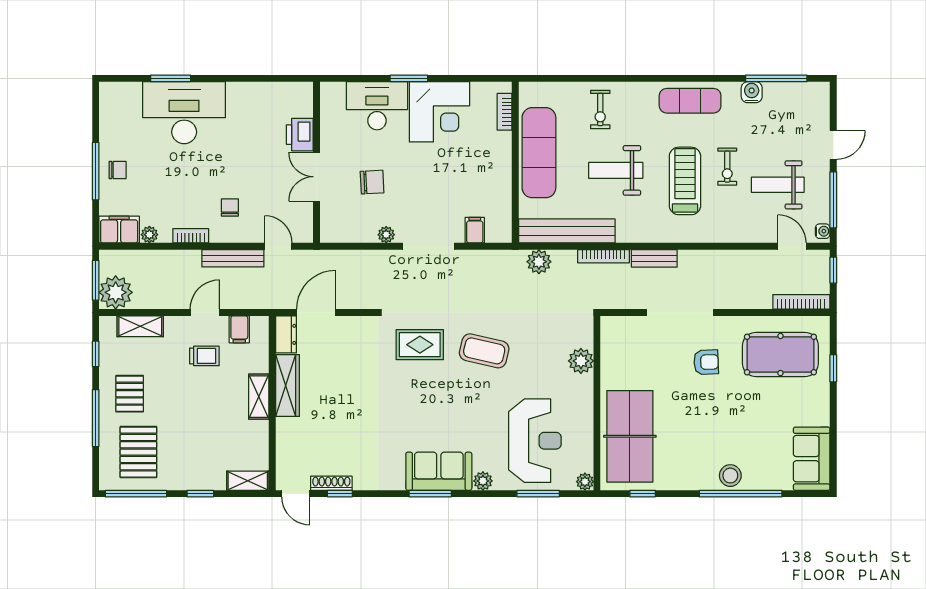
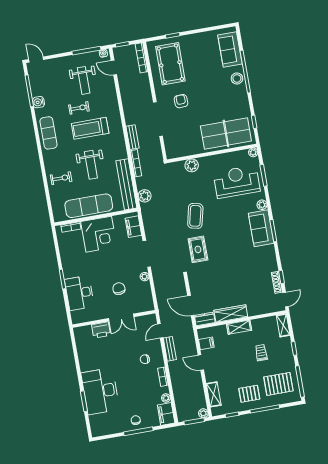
corner desk: (439, 112) -> (99, 234), moved, turned 90
door: (833, 145) -> (36, 59), moved
filing cabinet: (475, 230) -> (133, 227), width x2.00
door: (792, 246) -> (114, 68), hinge flipped
bench: (233, 258) -> (170, 349), width x0.73
plant: (116, 292) -> (203, 413), width x0.53, depth x0.53
trolley: (204, 356) -> (261, 353), moved
sofa: (812, 459) -> (230, 50), moved, turned 90

